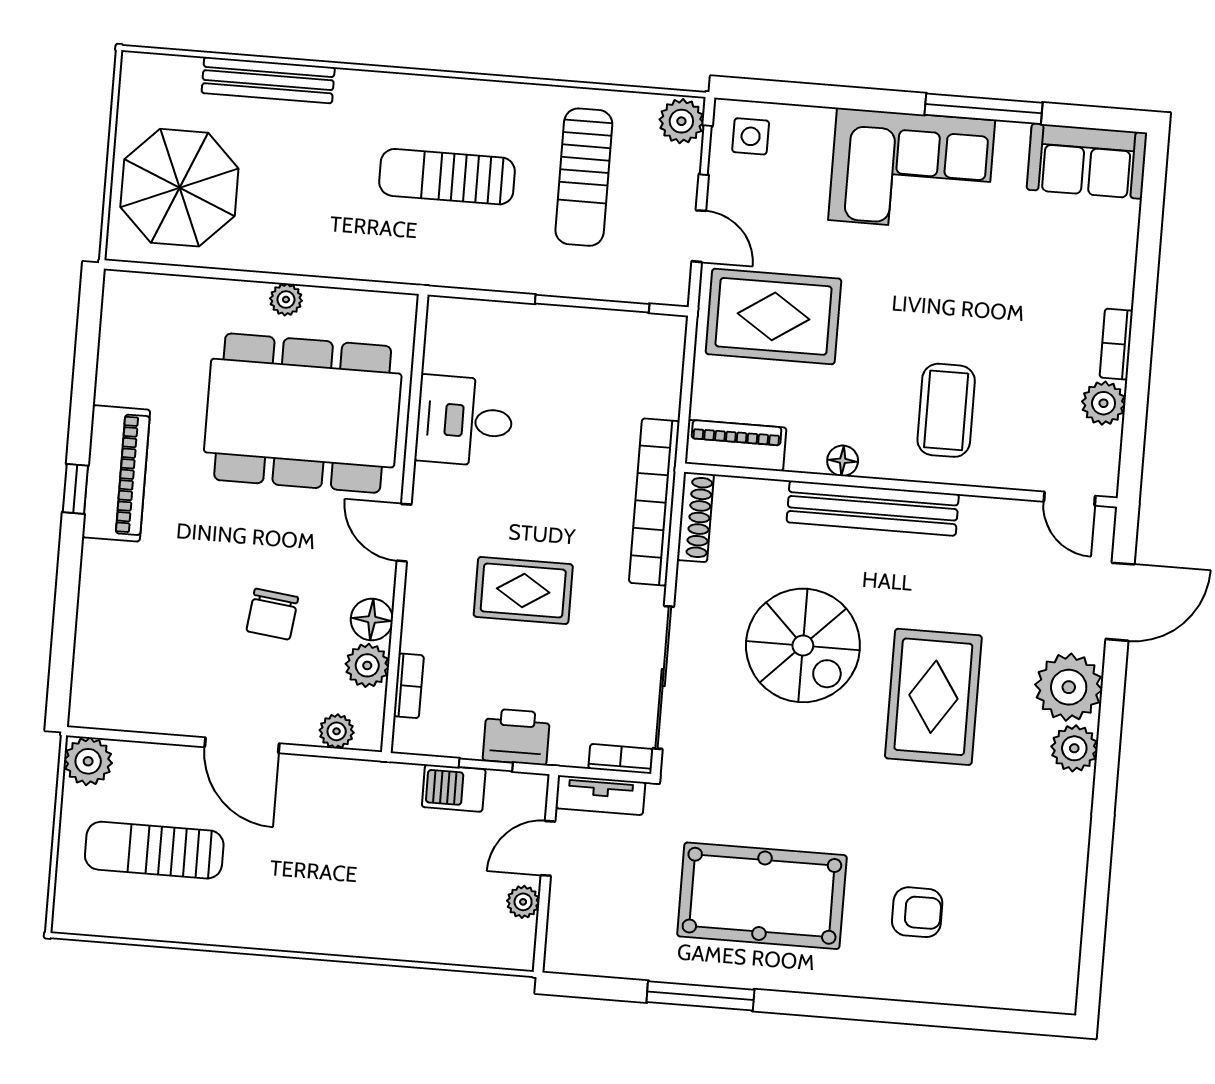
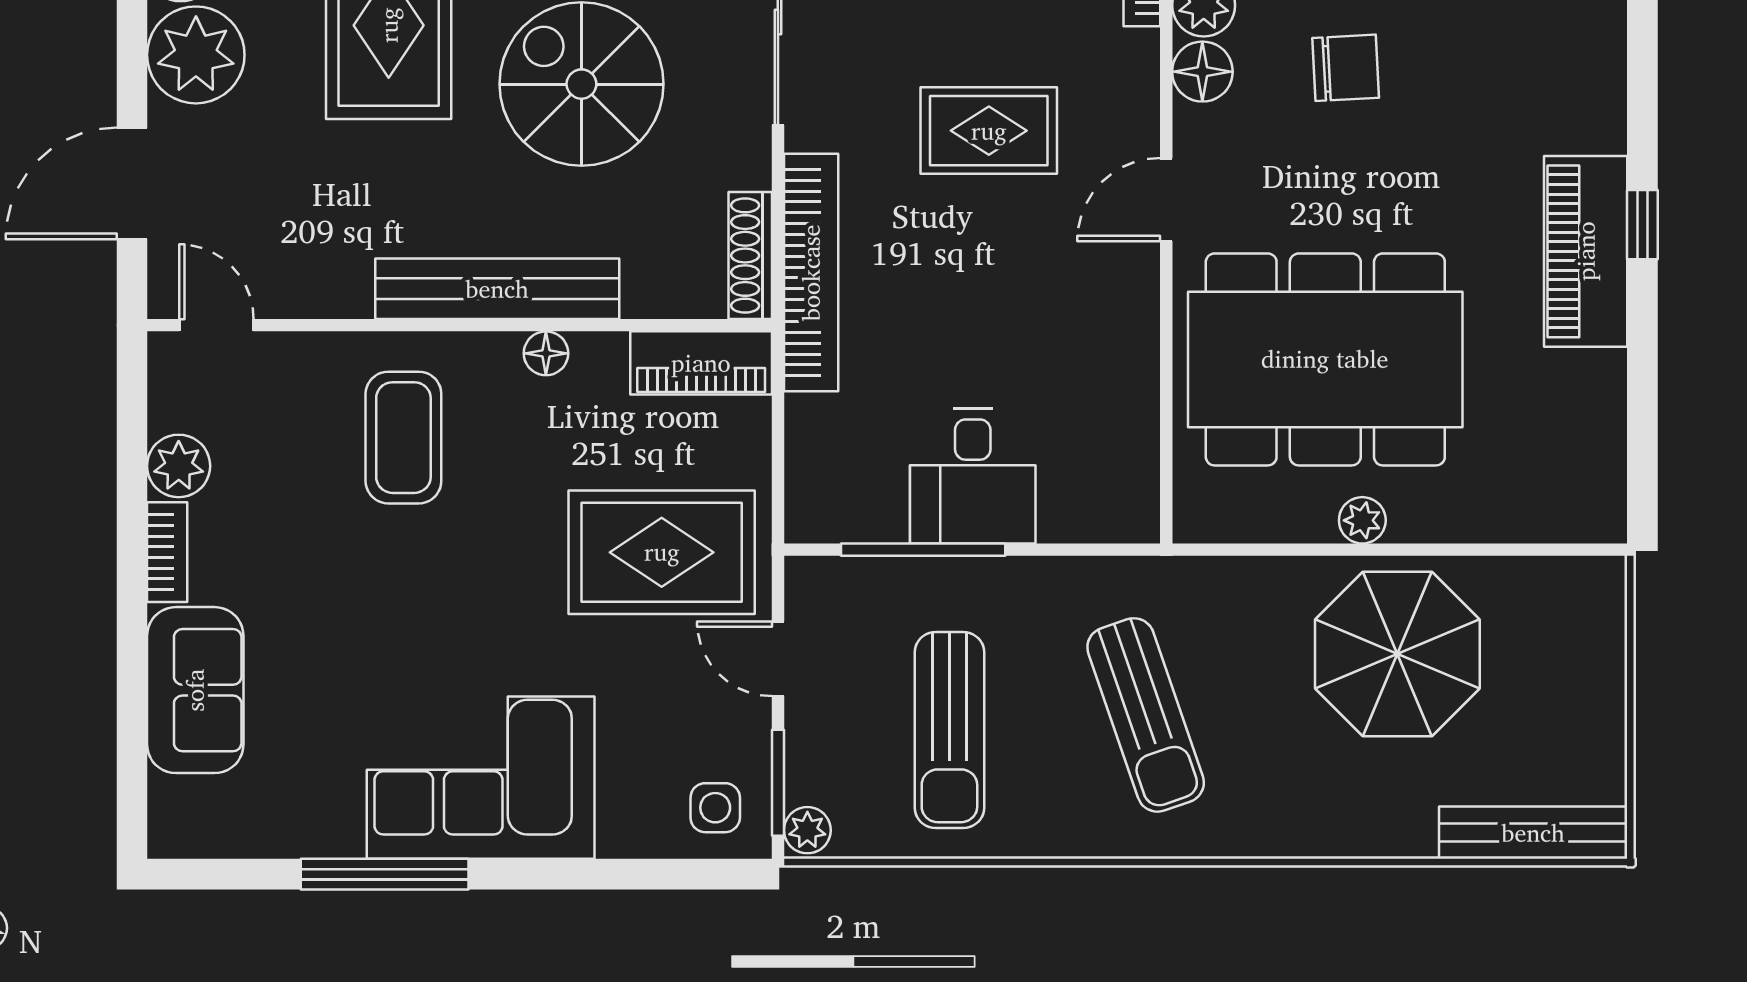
bench: (268, 80) -> (1533, 833), moved
plant: (681, 121) -> (807, 830), width x0.73, depth x0.73
window: (706, 150) -> (778, 783), width x1.50
sofa: (1087, 161) -> (195, 690), moved, turned 90
sun lounger: (447, 177) -> (1146, 715), turned 71
sun lounger: (584, 177) -> (949, 730), turned 180
parasol: (179, 188) -> (1397, 654), moved
desk: (464, 421) -> (973, 476), moved, turned 90
door: (404, 533) -> (1166, 200), swing flipped
chair: (272, 614) -> (1346, 68), turned 80

